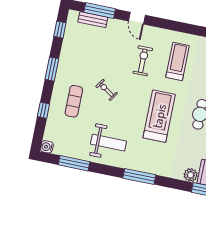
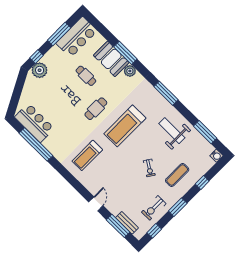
exercise bike: (143, 61) -> (154, 208), moved

